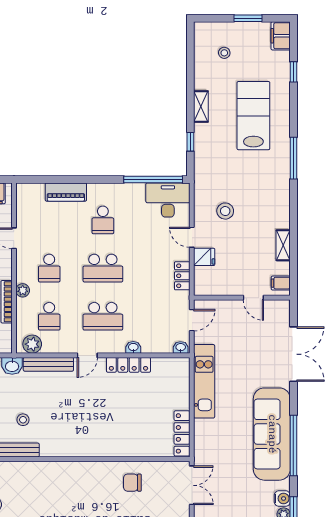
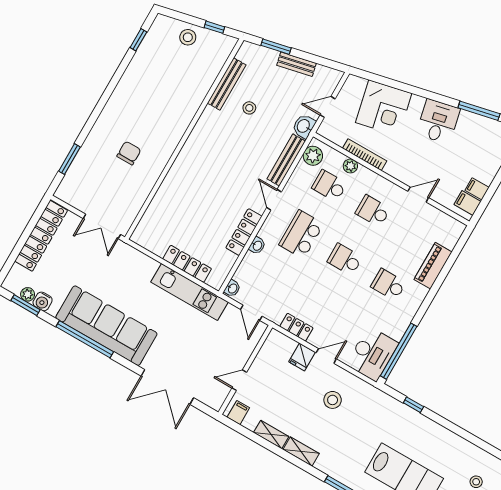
shelving: (201, 107) -> (301, 452), moved
school desk: (103, 268) -> (345, 259), width x0.54
plant: (23, 290) -> (350, 166), moved
locker: (182, 433) -> (187, 264), moved
chair: (132, 483) -> (129, 153), moved

